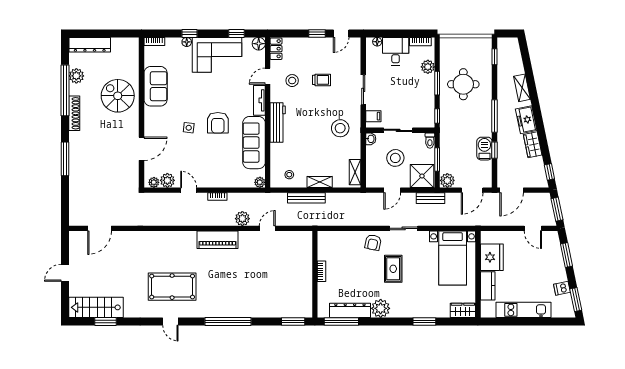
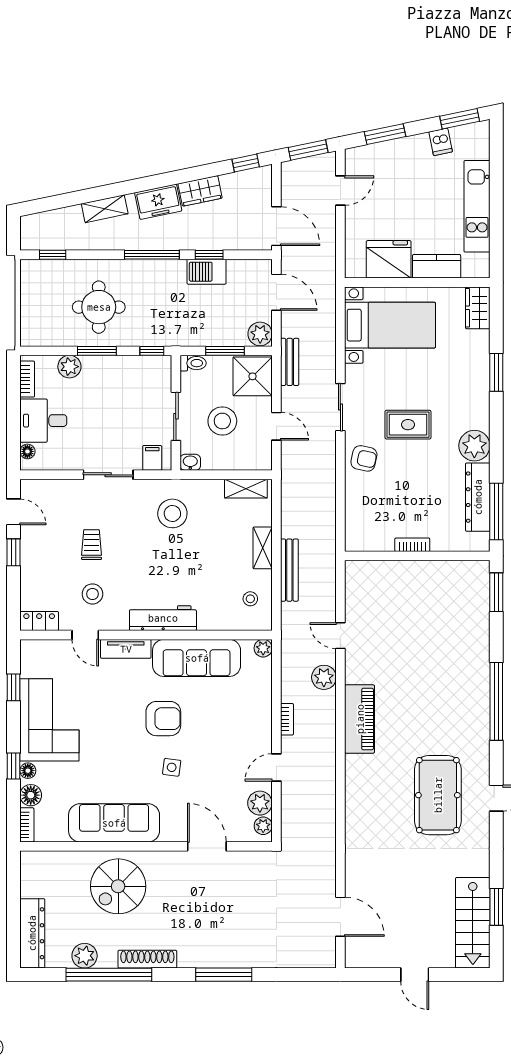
floor lamp: (259, 44) -> (31, 795), moved
sofa: (156, 86) -> (114, 823), width x1.36

